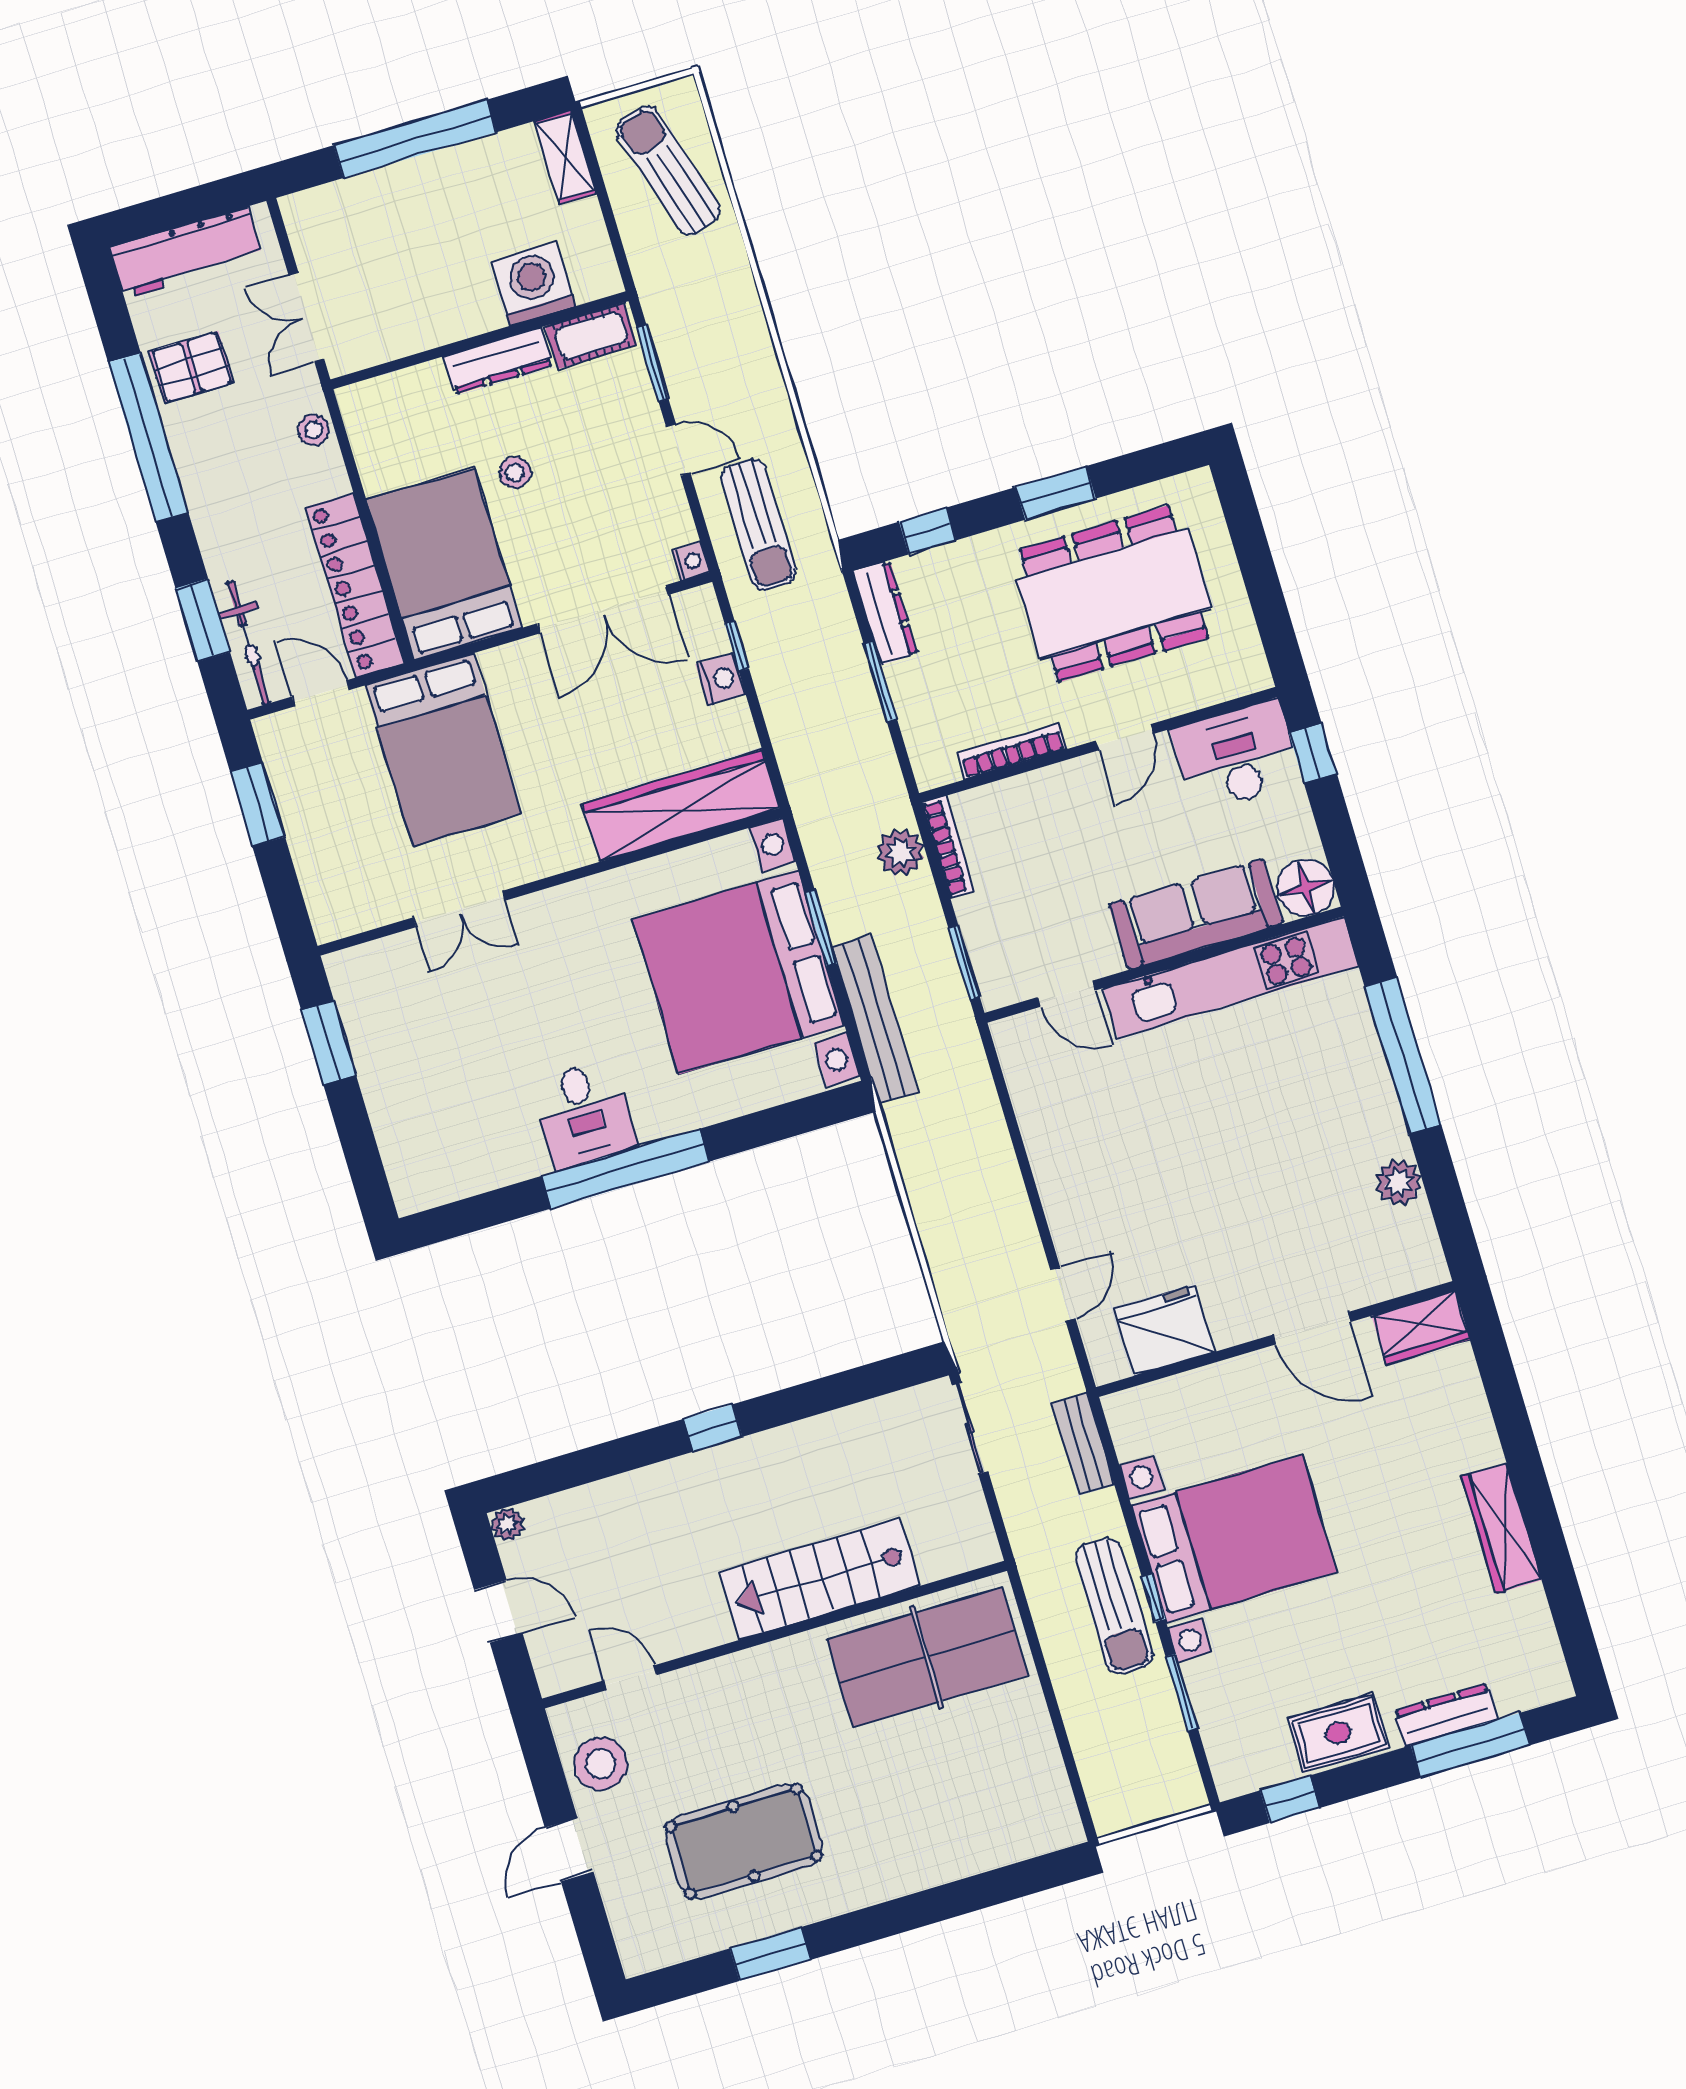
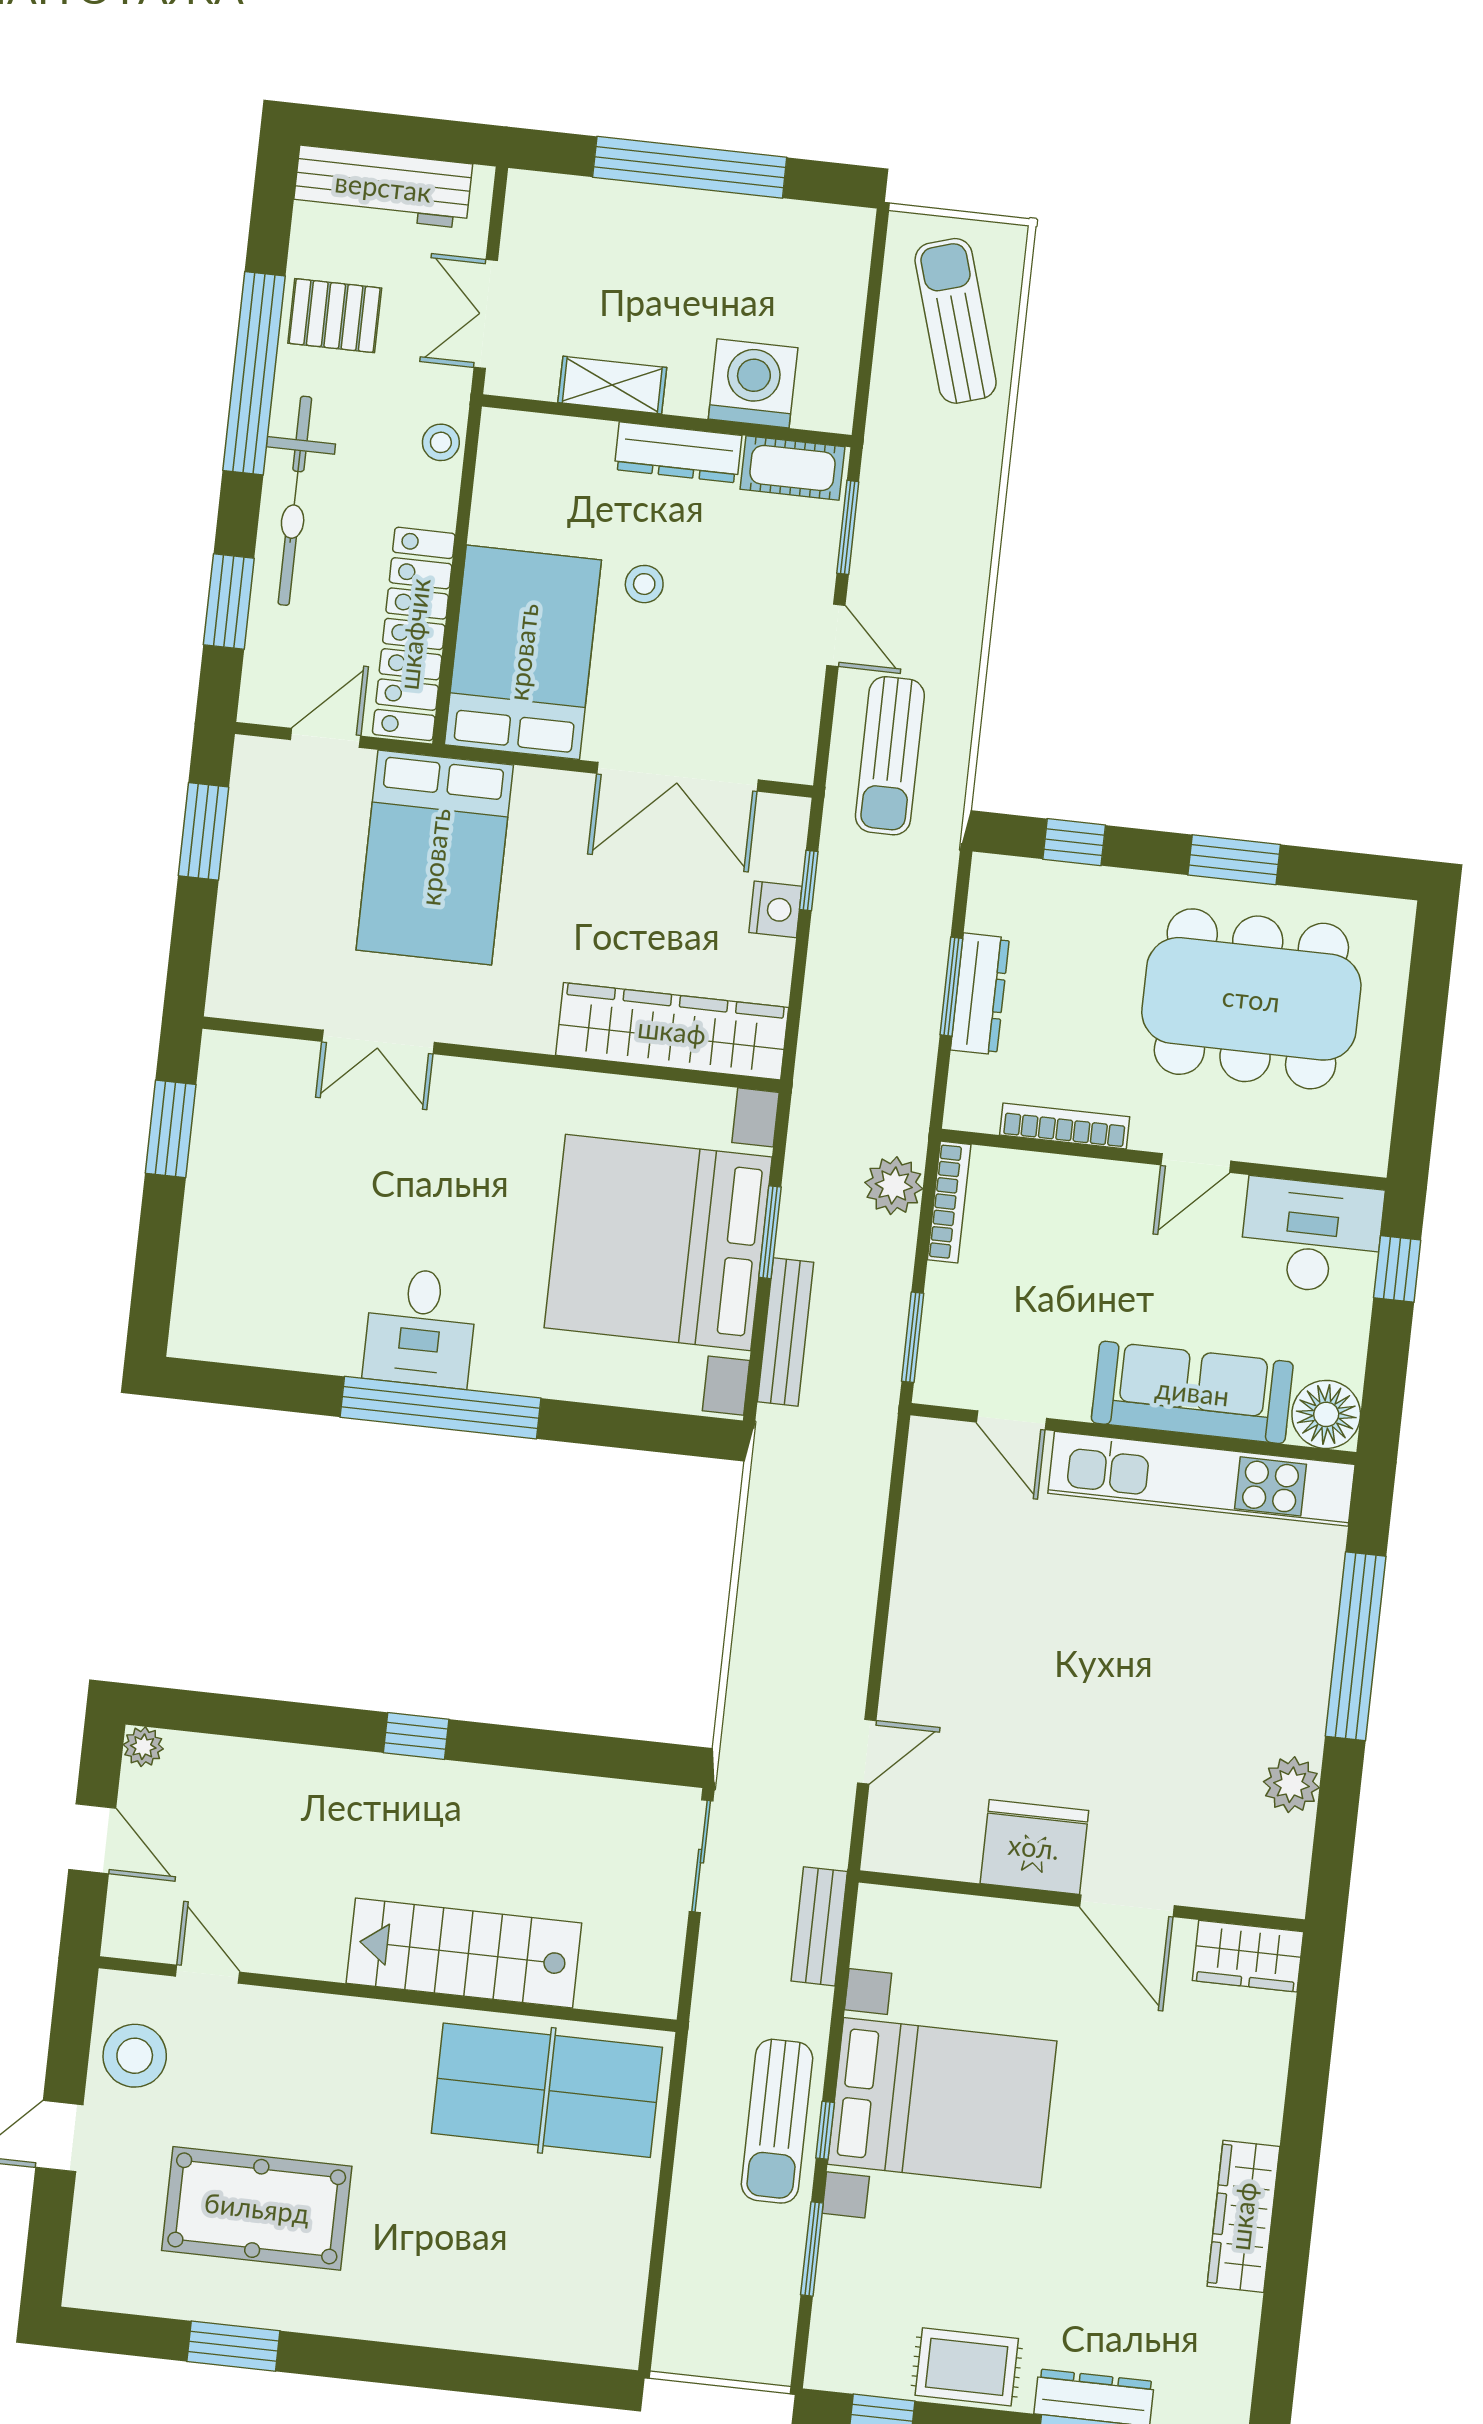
shelving: (565, 157) -> (612, 385), moved, turned 90
nightstand: (691, 561) -> (797, 765), removed
dresser: (885, 613) -> (980, 994), moved
bicycle: (248, 643) -> (295, 501), moved, width x1.37, depth x1.40
door: (321, 693) -> (326, 738), hinge flipped
bench: (875, 1019) -> (786, 1332), width x0.73, depth x0.82
fridge: (1164, 1330) -> (1034, 1847), moved

